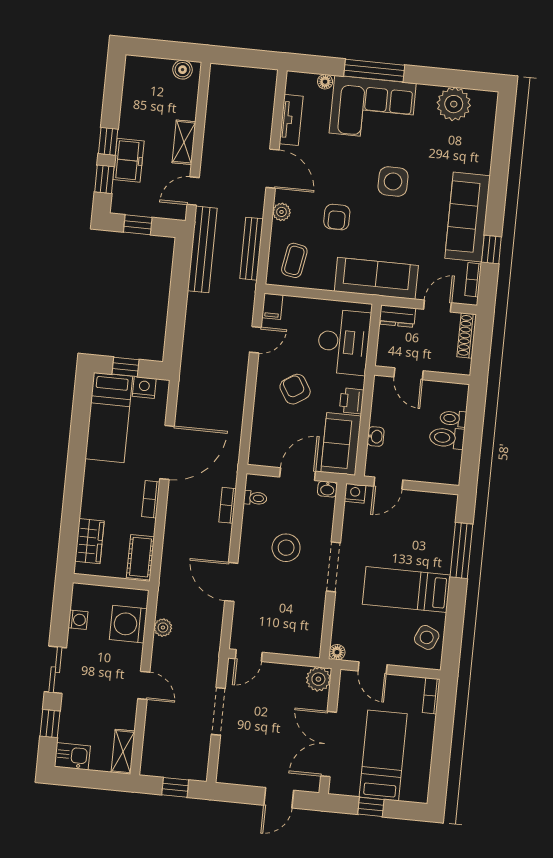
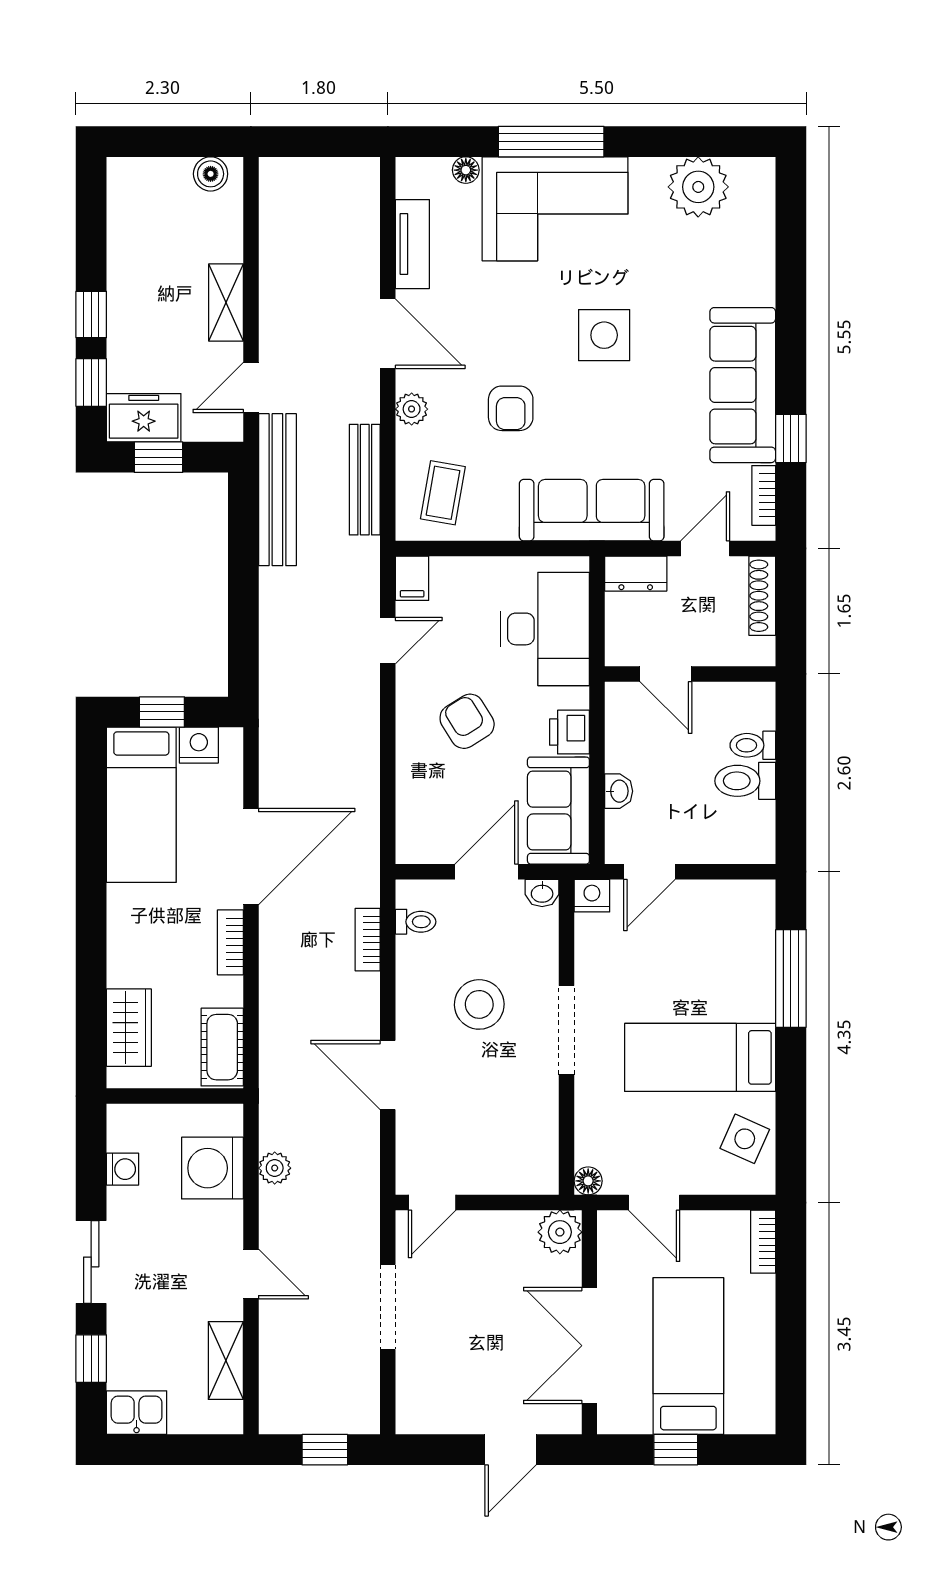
freezer: (128, 160) -> (144, 418), moved, turned -90
shelving: (123, 752) -> (226, 1361), moved

